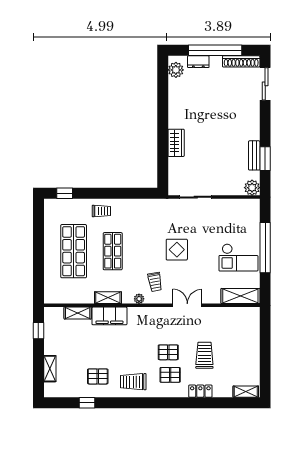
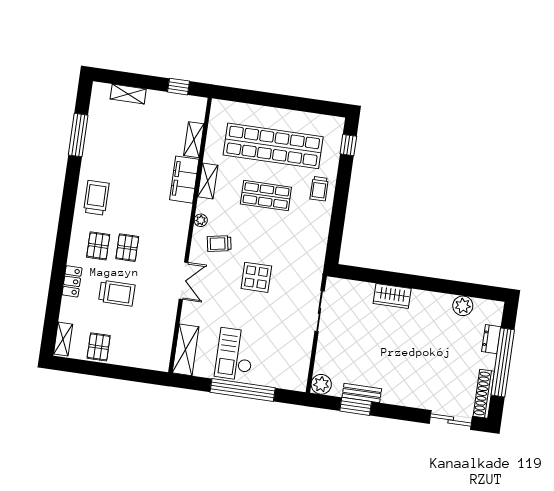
plant: (176, 70) -> (463, 306), moved
shop shelf: (74, 251) -> (273, 146), width x1.40
pallet: (98, 376) -> (99, 347), moved
window: (87, 403) -> (78, 135), width x2.17

